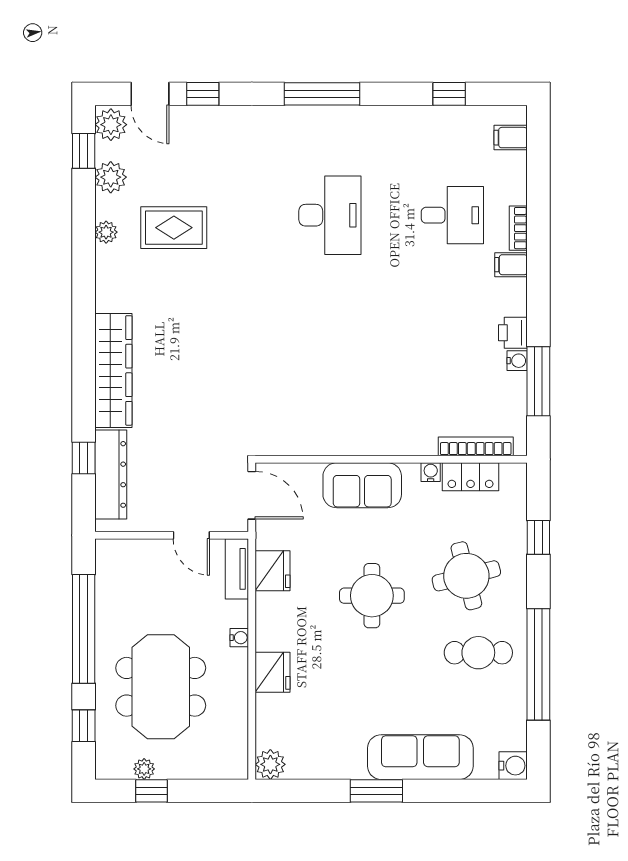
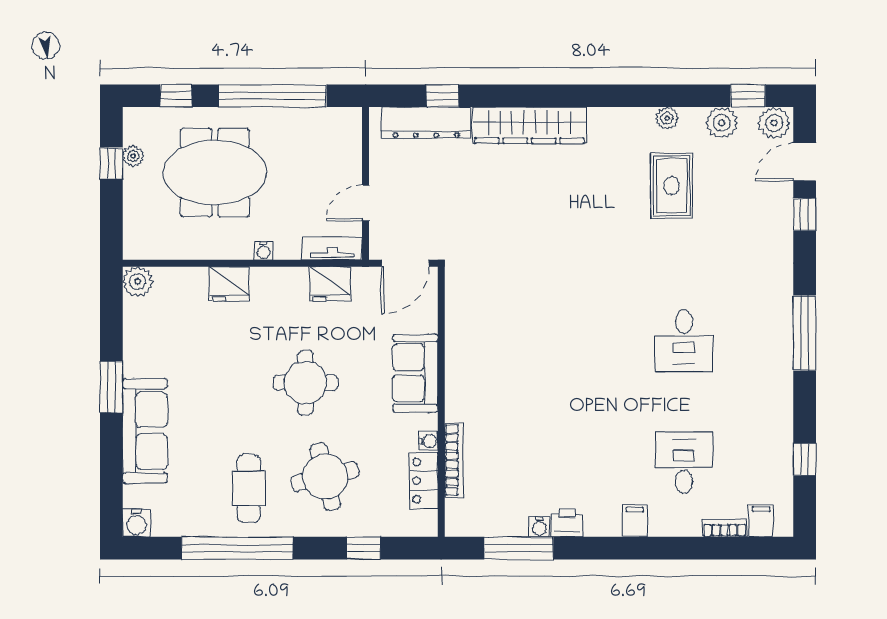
desk: (330, 215) -> (684, 341), width x0.73
desk: (452, 215) -> (684, 463), turned 180
bookcase: (518, 228) -> (725, 528), moved
bookcase: (476, 446) -> (454, 460), moved

